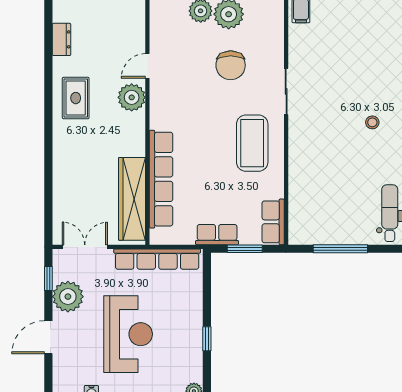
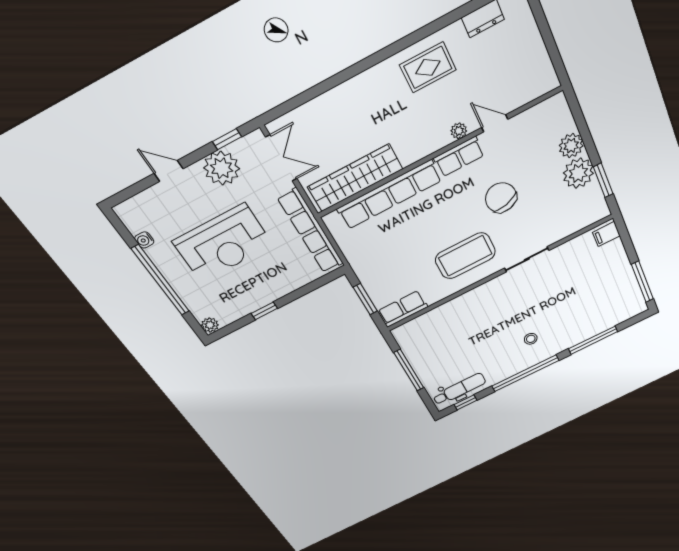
chair: (231, 65) -> (501, 198), moved, turned 75
plant: (132, 97) -> (459, 131), width x0.53, depth x0.53
row of seats: (217, 235) -> (459, 157), moved, turned 90
door: (48, 337) -> (169, 171), width x0.73

